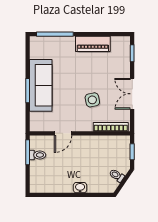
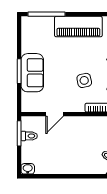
piano: (93, 44) -> (78, 27), width x1.37, depth x1.33
sofa: (41, 85) -> (32, 73), width x0.73
washbasin: (80, 188) -> (28, 169), moved

